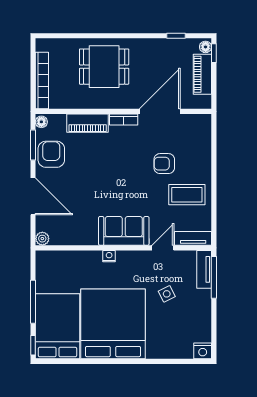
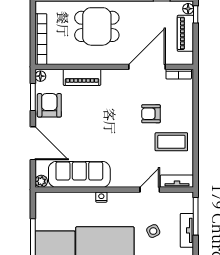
bookcase: (124, 119) -> (179, 74), moved
sofa: (124, 231) -> (79, 174), moved, width x1.36
tv unit: (204, 269) -> (187, 230), moved

